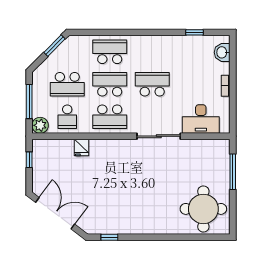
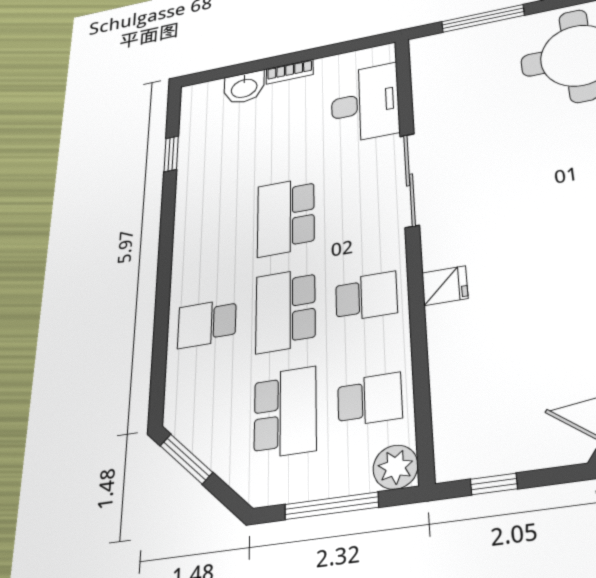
school desk: (110, 52) -> (207, 323), width x0.54
washbasin: (222, 52) -> (244, 87), moved
school desk: (110, 117) -> (366, 297), width x0.54
fridge: (82, 147) -> (445, 286), moved

